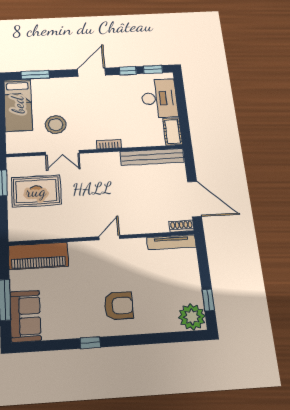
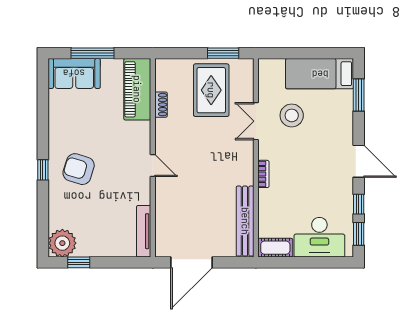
shoe rack: (182, 226) -> (161, 105), moved
armchair: (119, 306) -> (79, 169), turned 107
window: (90, 343) -> (43, 170), moved

